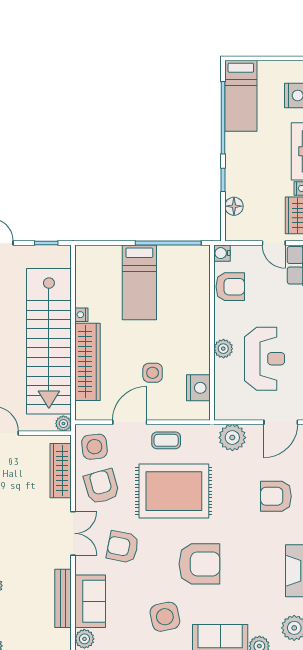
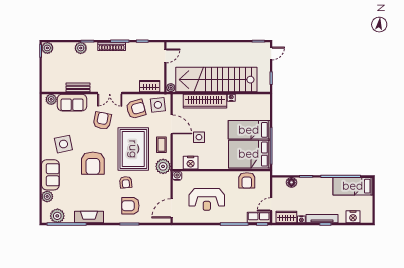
water cooler: (222, 253) -> (177, 176), moved
bed: (183, 282) -> (249, 154), added
plant: (223, 349) -> (212, 176), removed
door: (281, 422) -> (172, 208), hinge flipped
plant: (232, 438) -> (163, 166), moved
wardrobe: (61, 471) -> (150, 86), width x0.67
armchair: (276, 496) -> (130, 206), turned -90
armchair: (234, 505) -> (126, 182), added
bench: (63, 598) -> (78, 87), width x0.73

